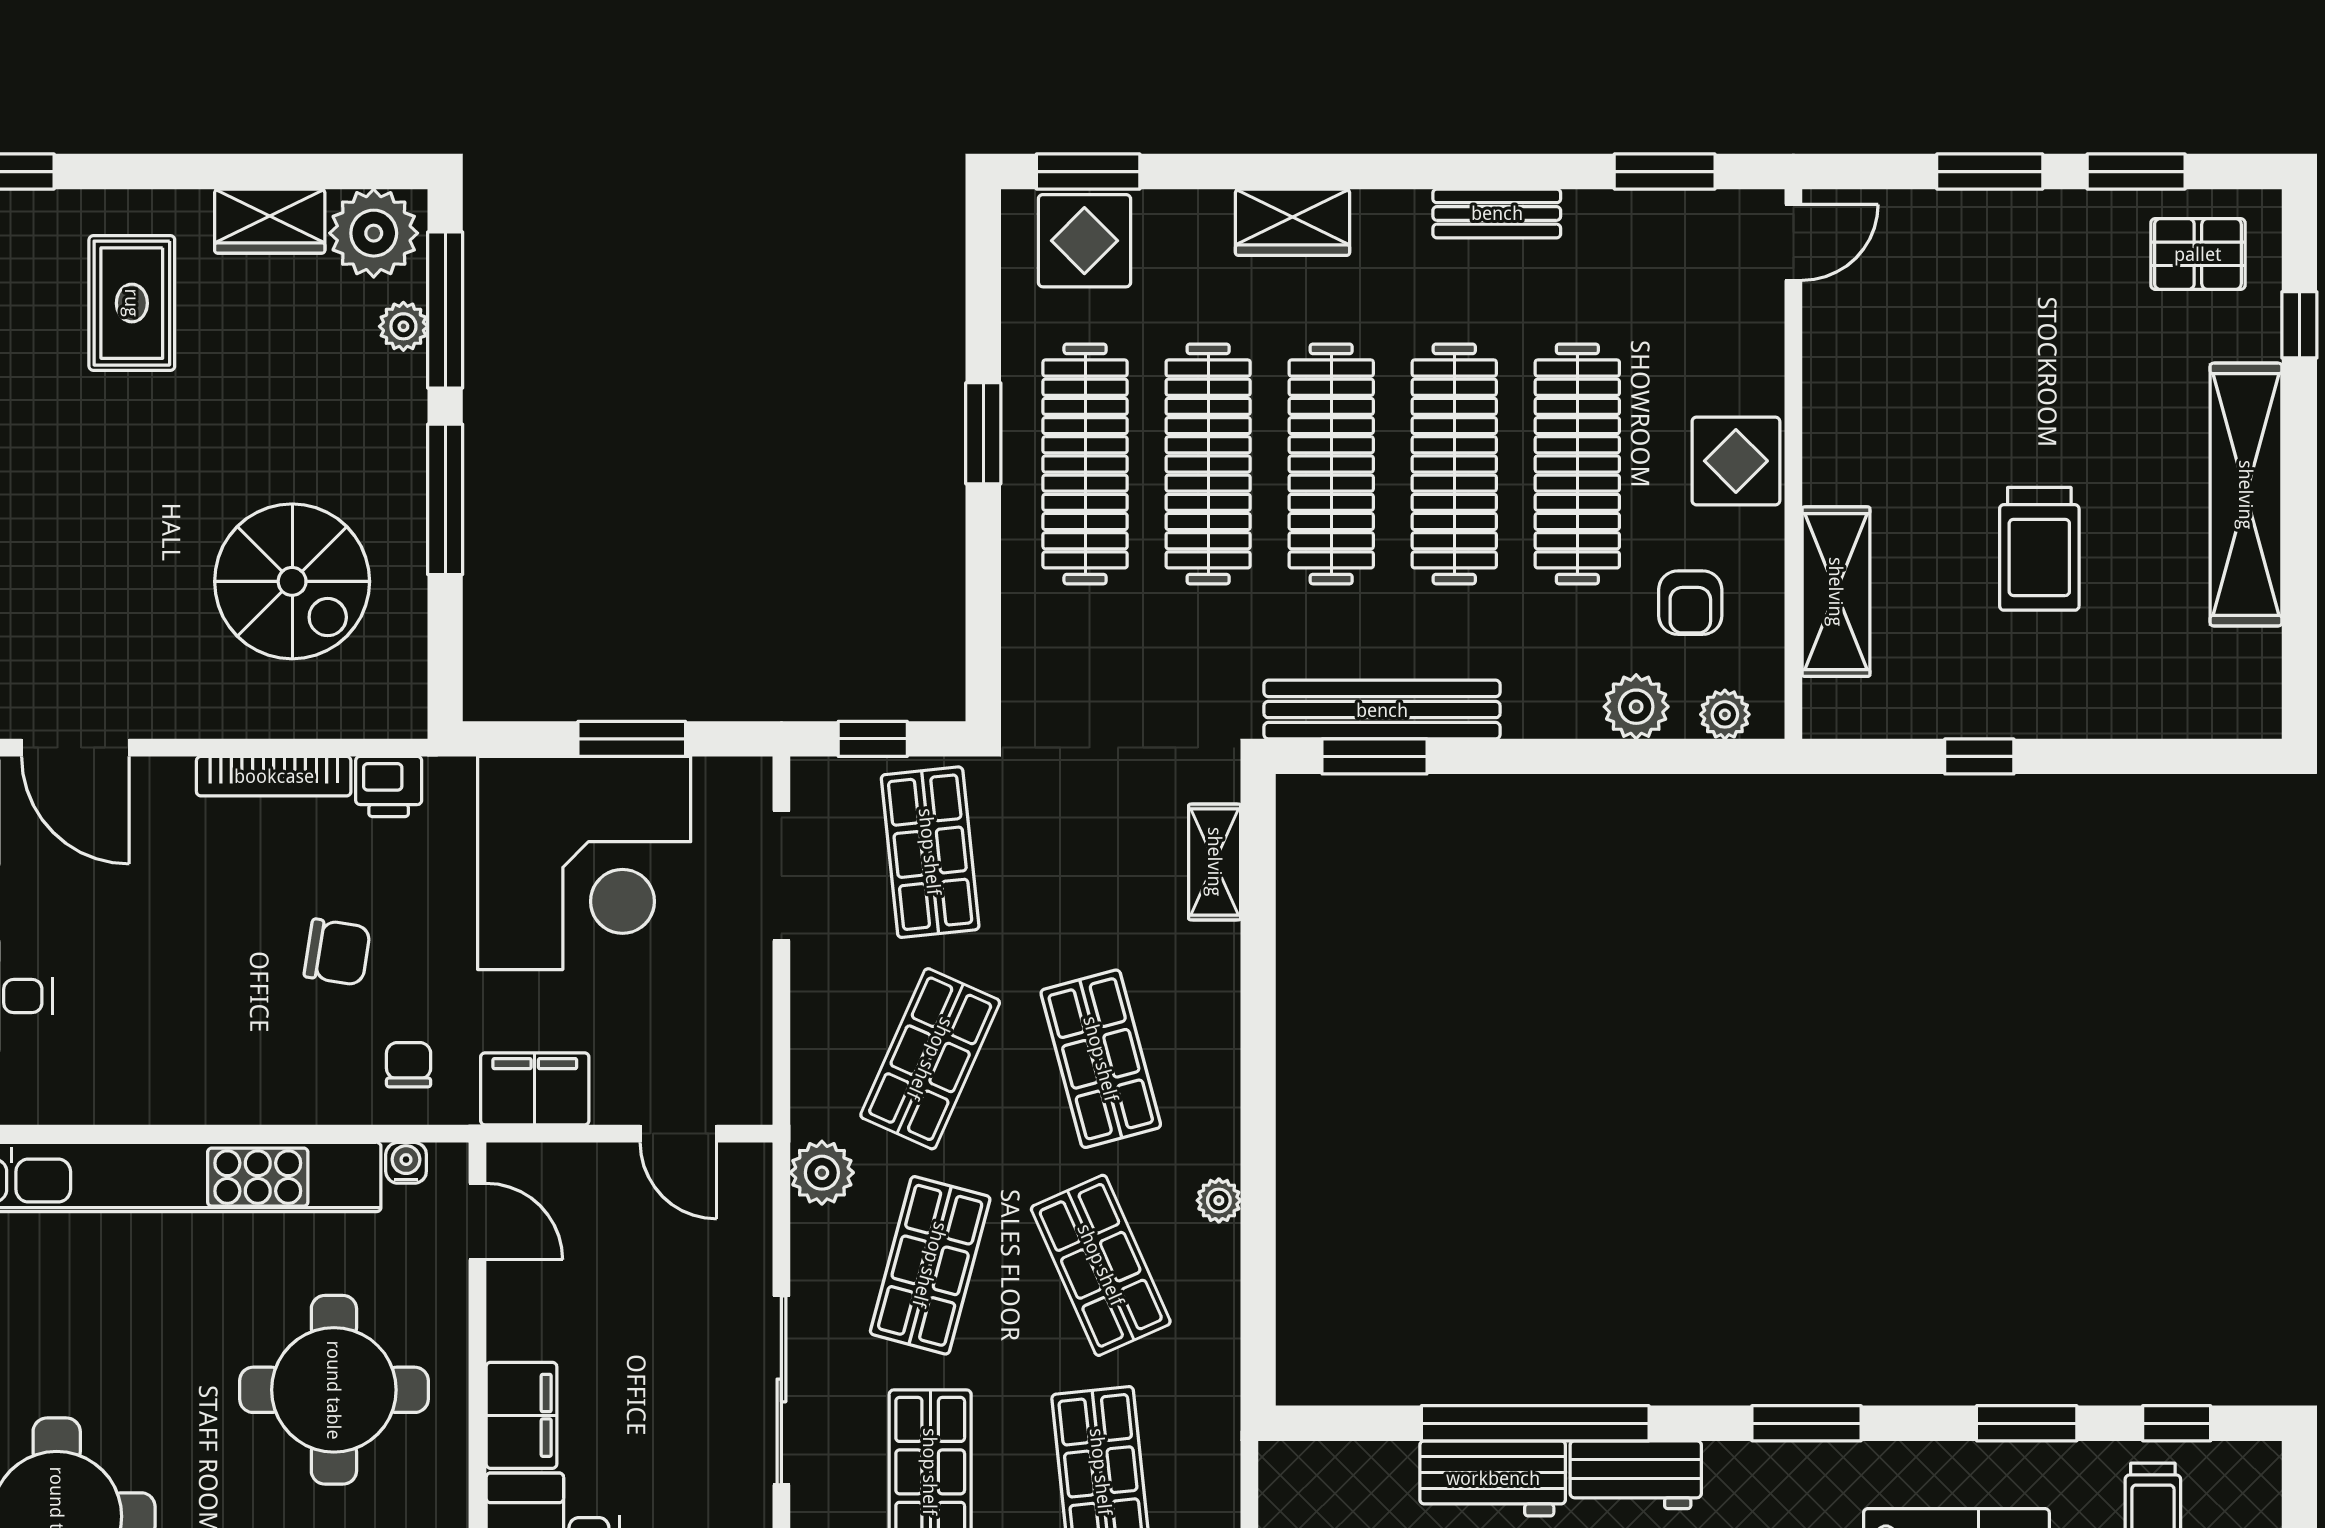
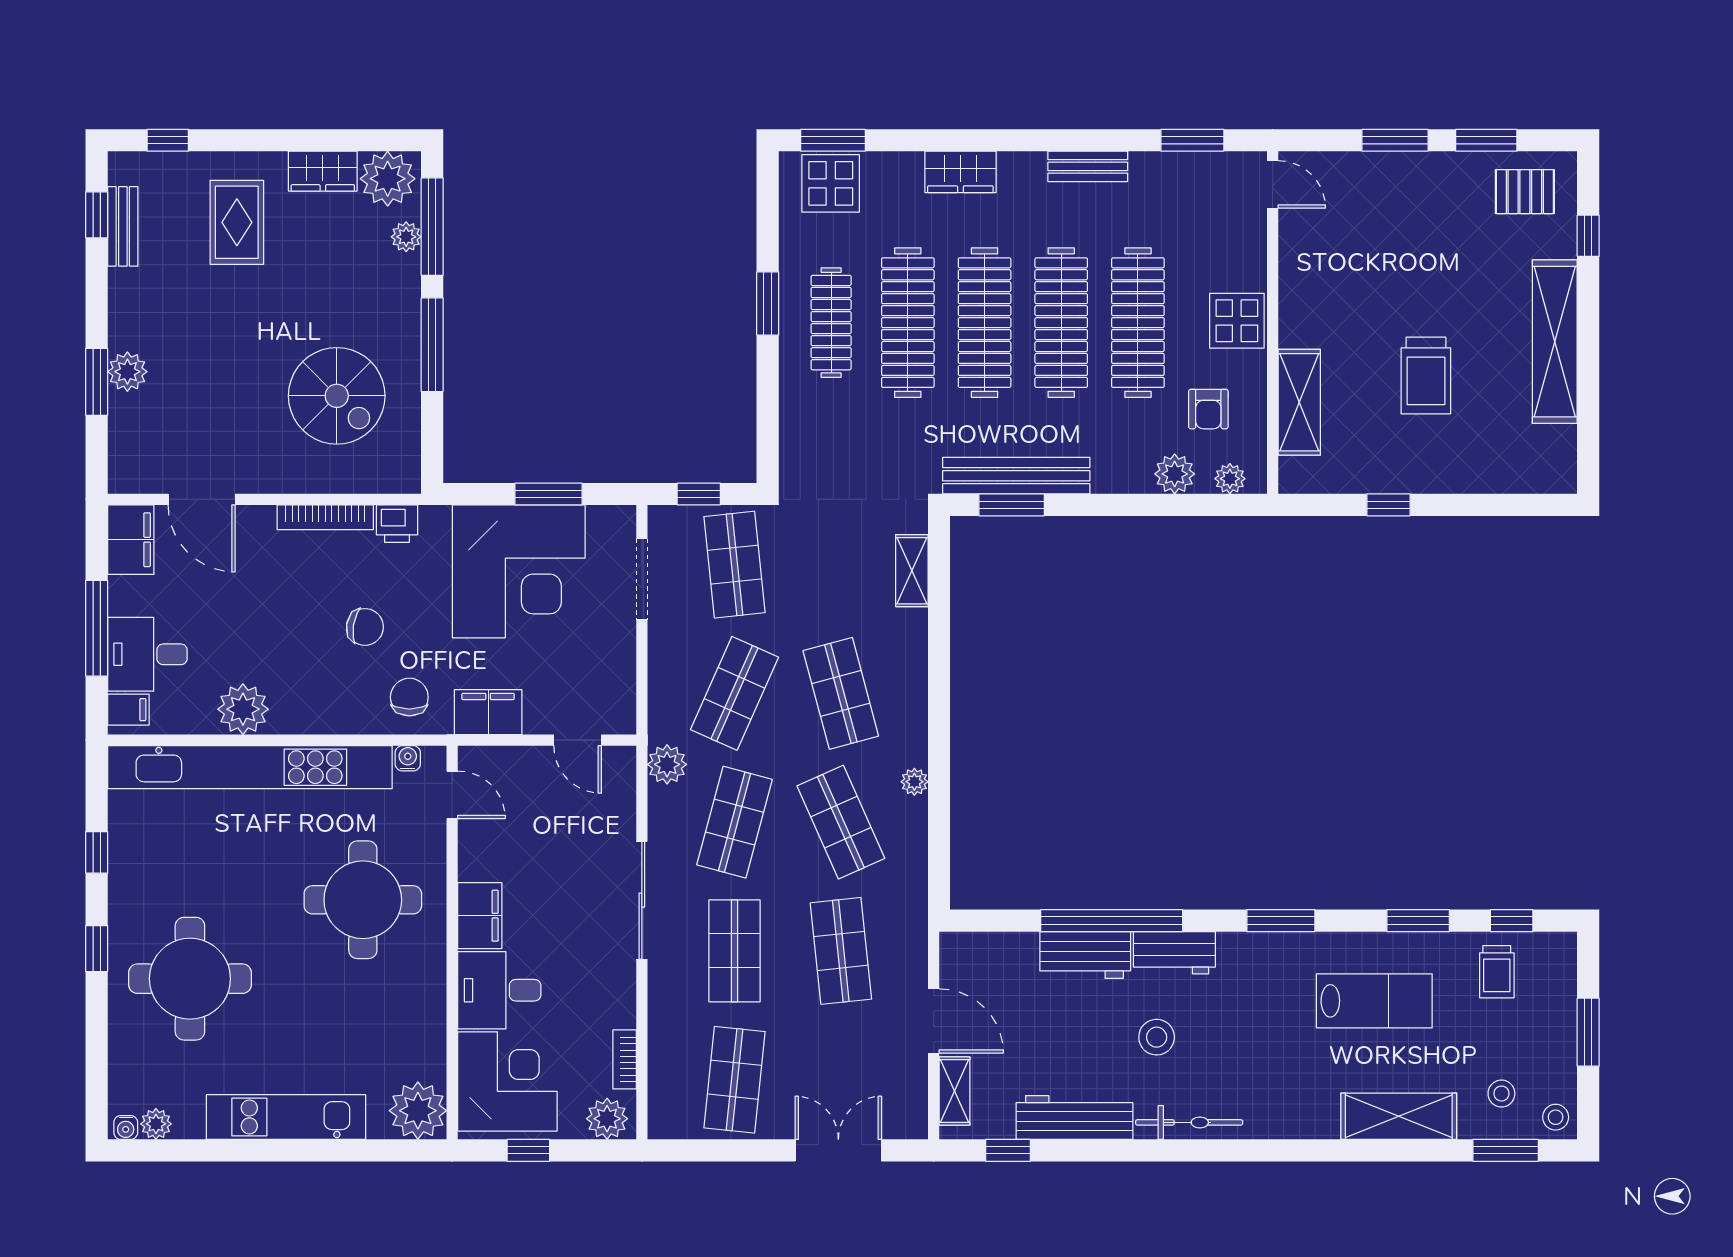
door: (1793, 242) -> (1273, 184), hinge flipped
clothes rail: (1085, 464) -> (831, 323), width x0.73, depth x0.76
chair: (409, 1065) -> (409, 697), width x1.37, depth x1.37
plant: (142, 1084) -> (243, 709), added

